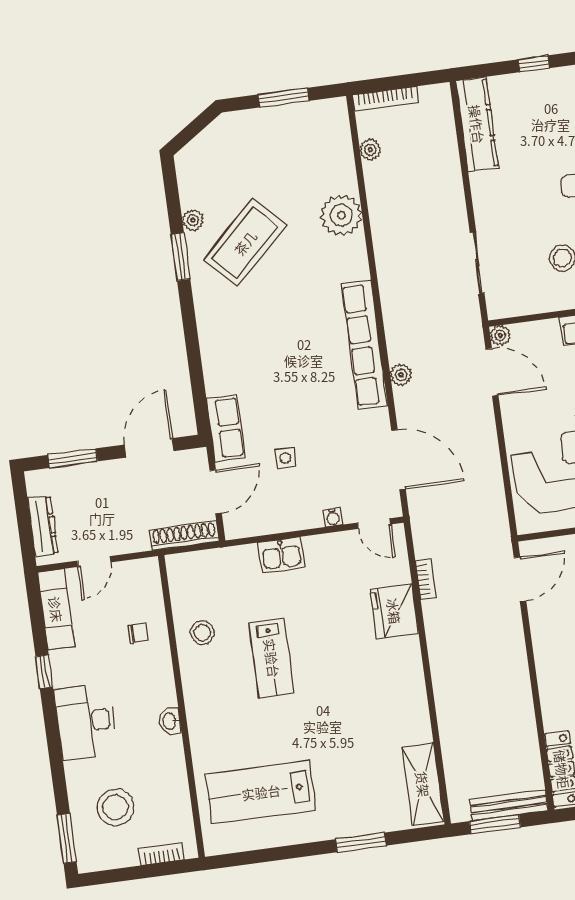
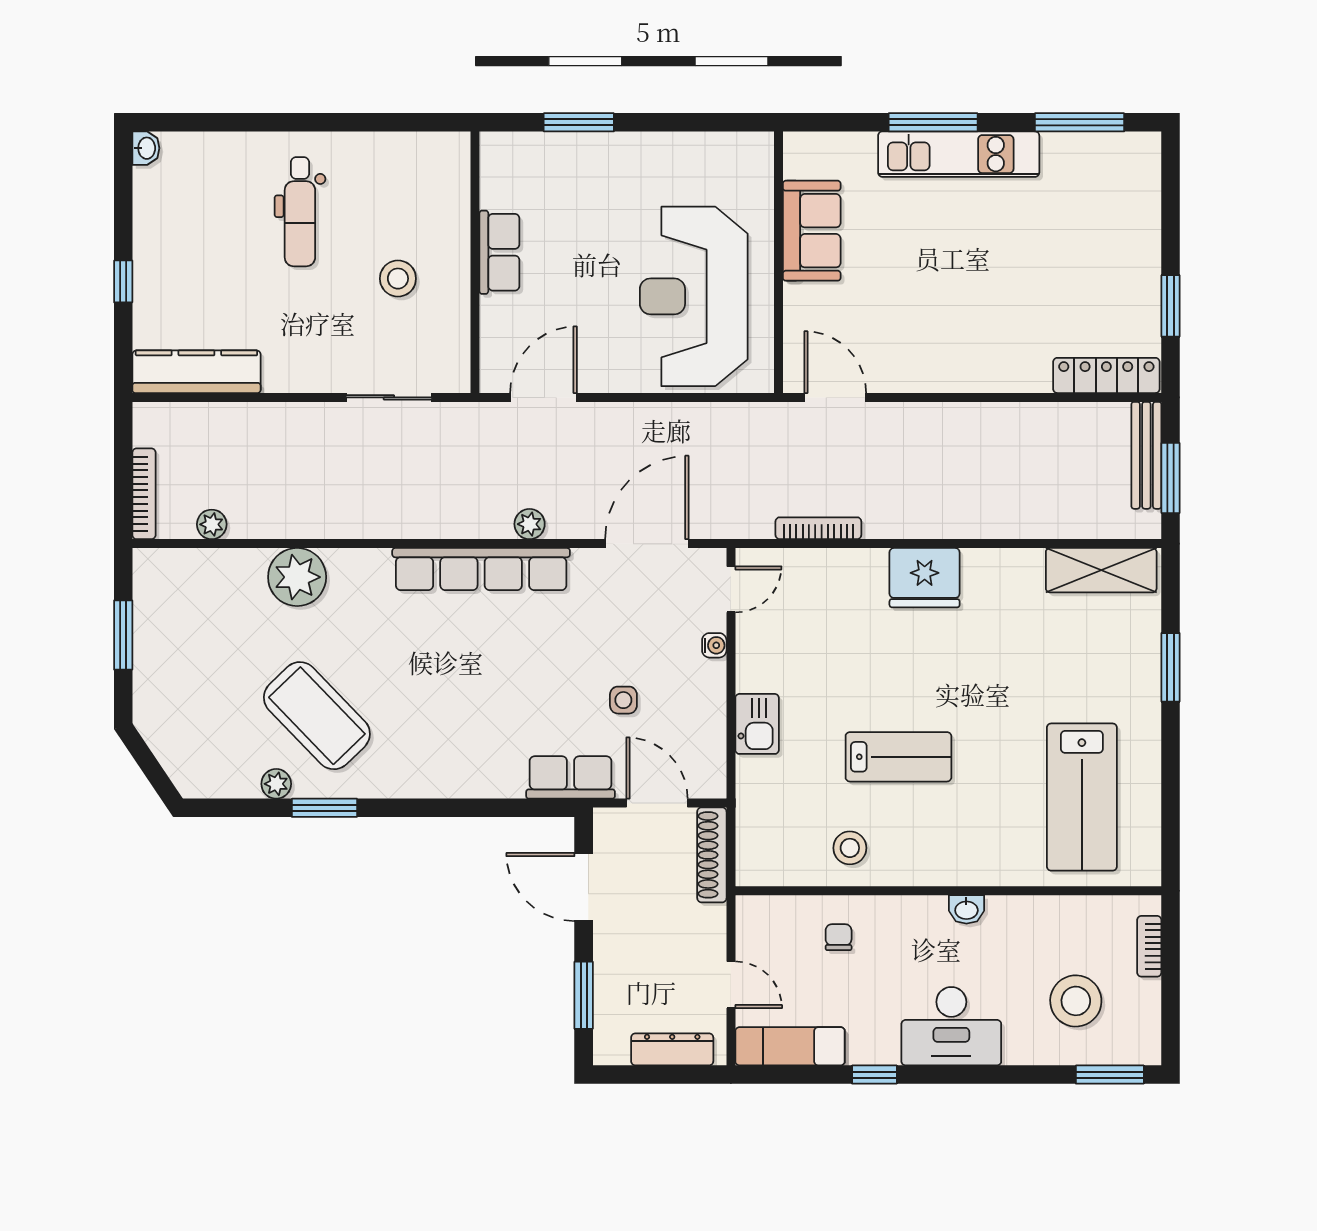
plant: (500, 335) -> (493, 379), removed
bookcase: (426, 580) -> (818, 528), width x1.56
fridge: (394, 611) -> (925, 578), moved

